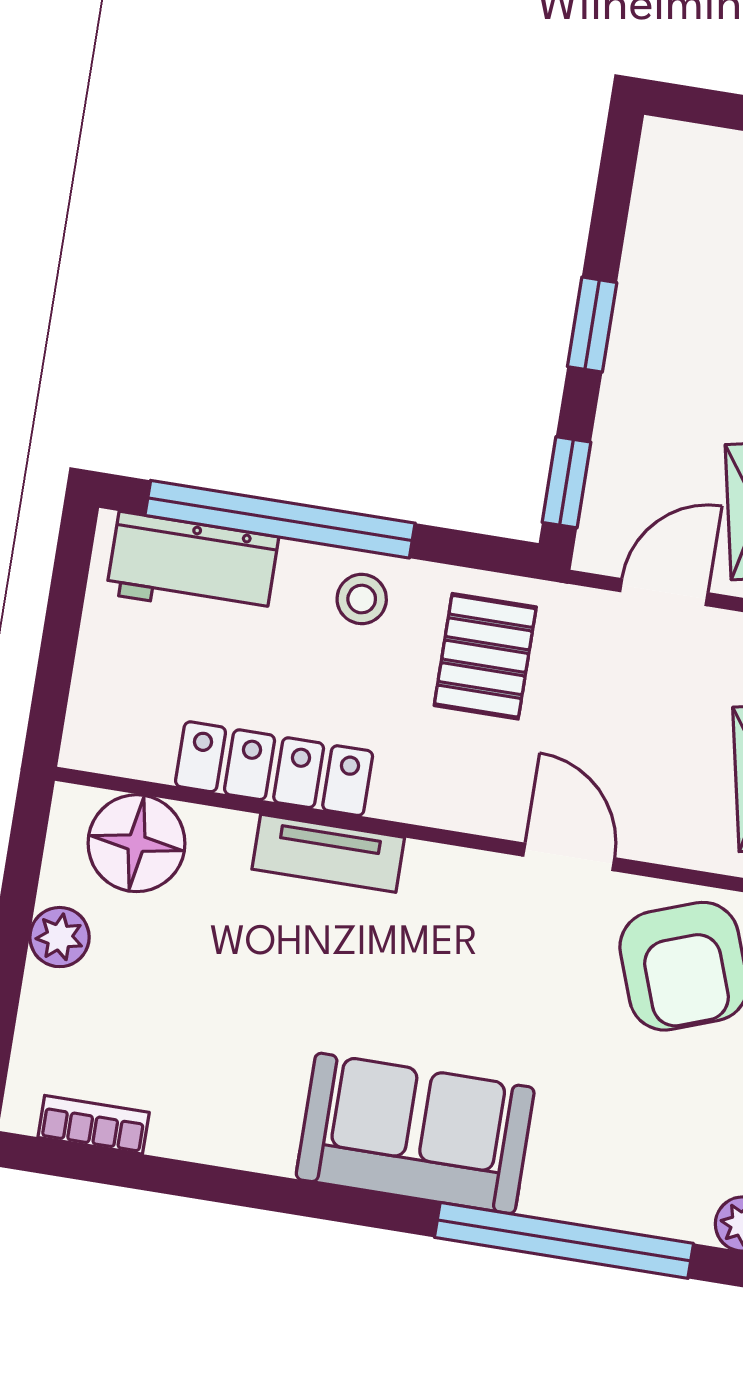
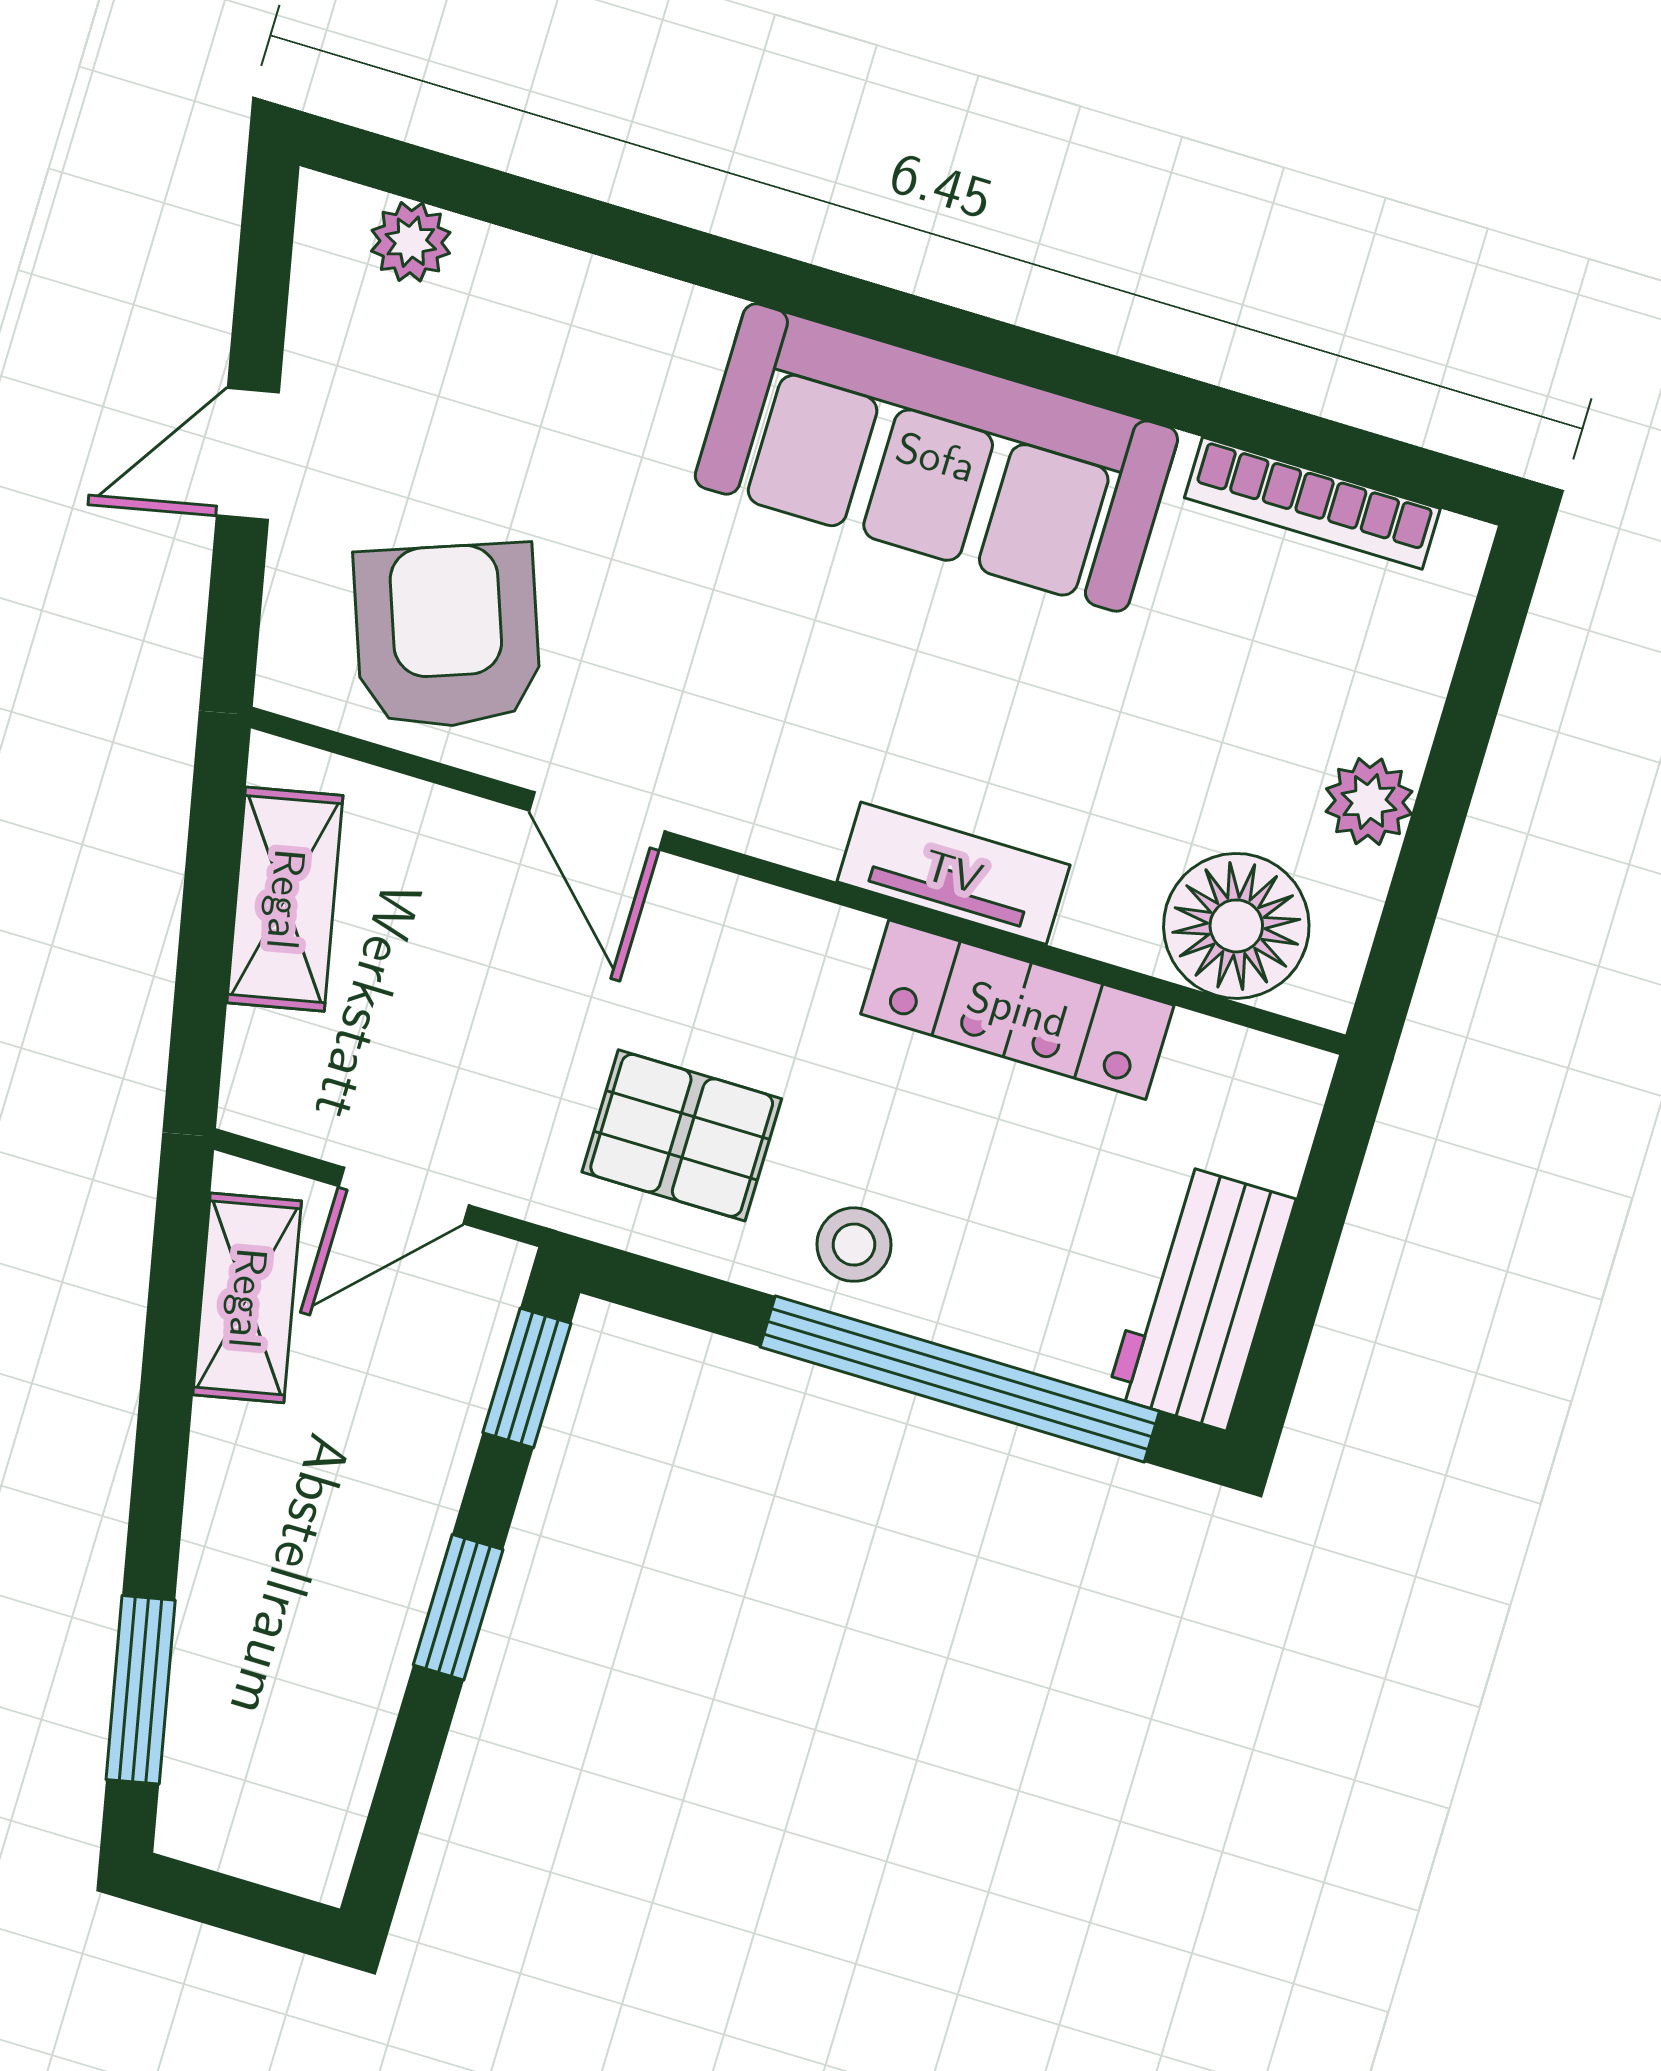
workbench: (192, 565) -> (1201, 1297), moved, turned -90
pallet: (485, 656) -> (682, 1135), turned 90
bookcase: (94, 1125) -> (1312, 503), width x1.56
sofa: (415, 1133) -> (936, 458), width x1.36
window: (564, 1240) -> (679, 252), removed

